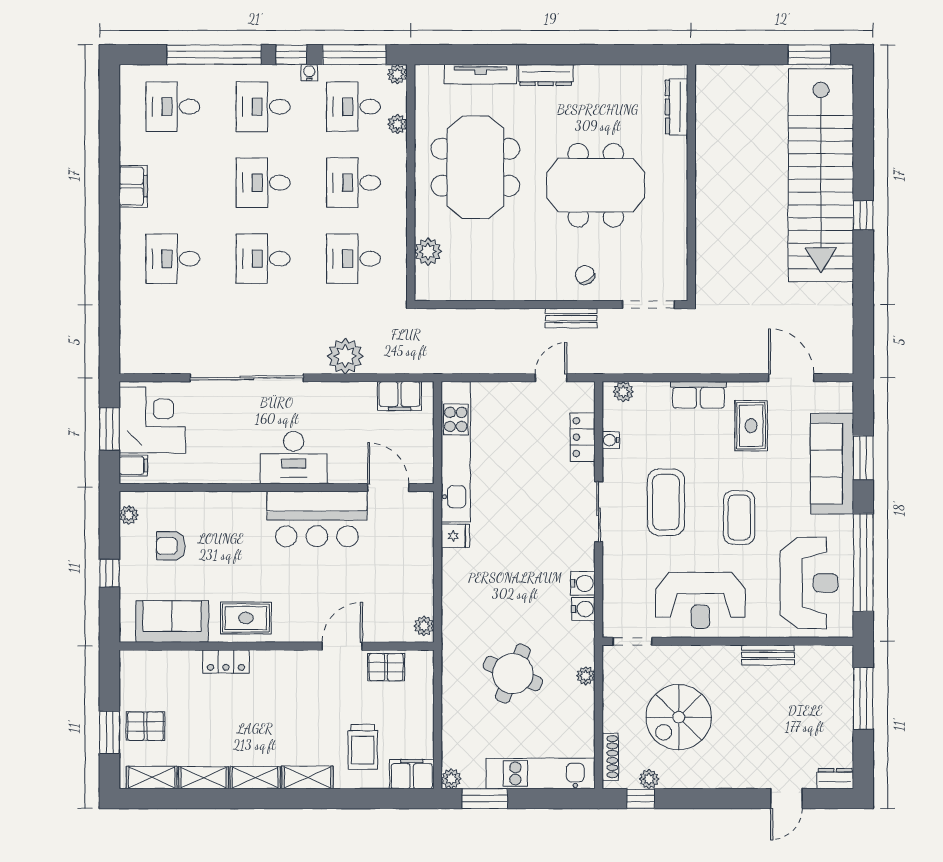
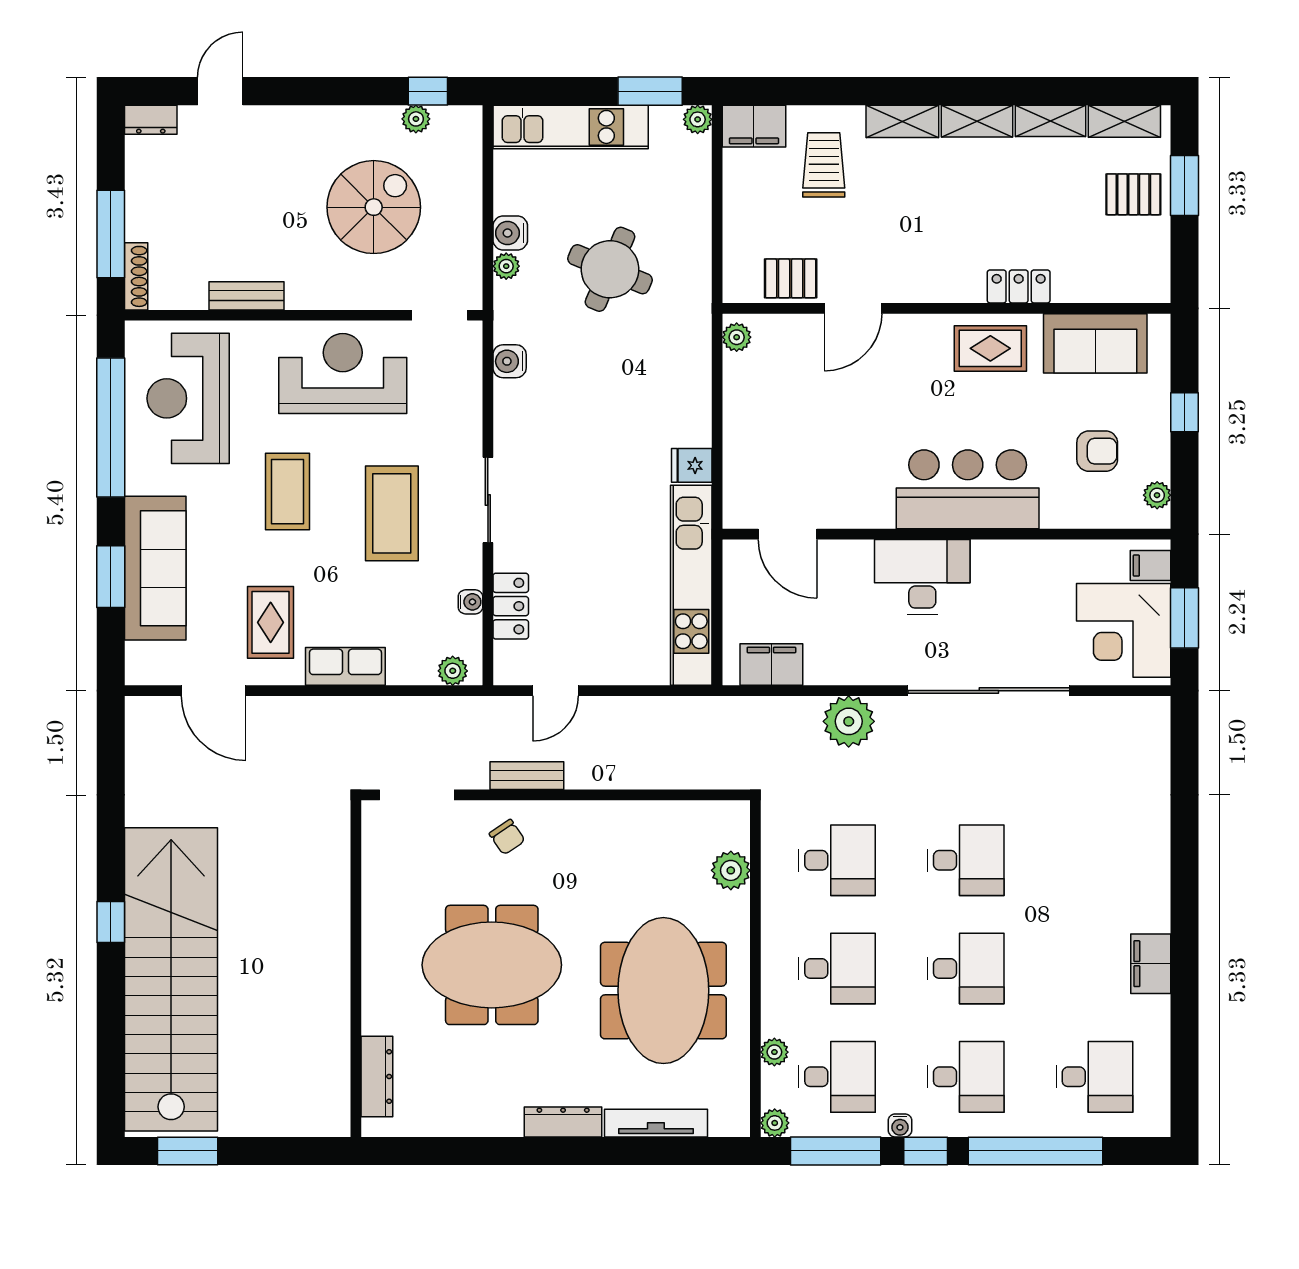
desk: (173, 259) -> (1094, 860), removed
bar counter: (317, 519) -> (968, 489), moved
water cooler: (583, 583) -> (510, 233), moved
shoe rack: (610, 757) -> (136, 276), moved, turned 180

